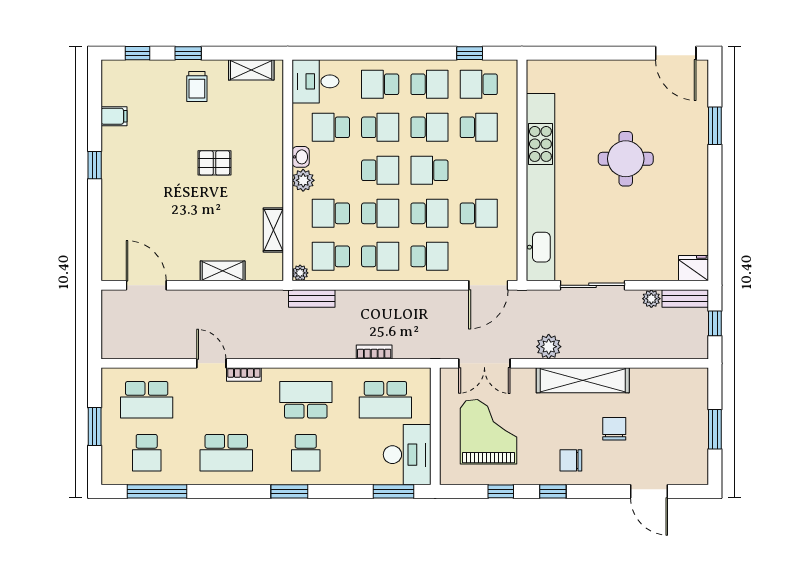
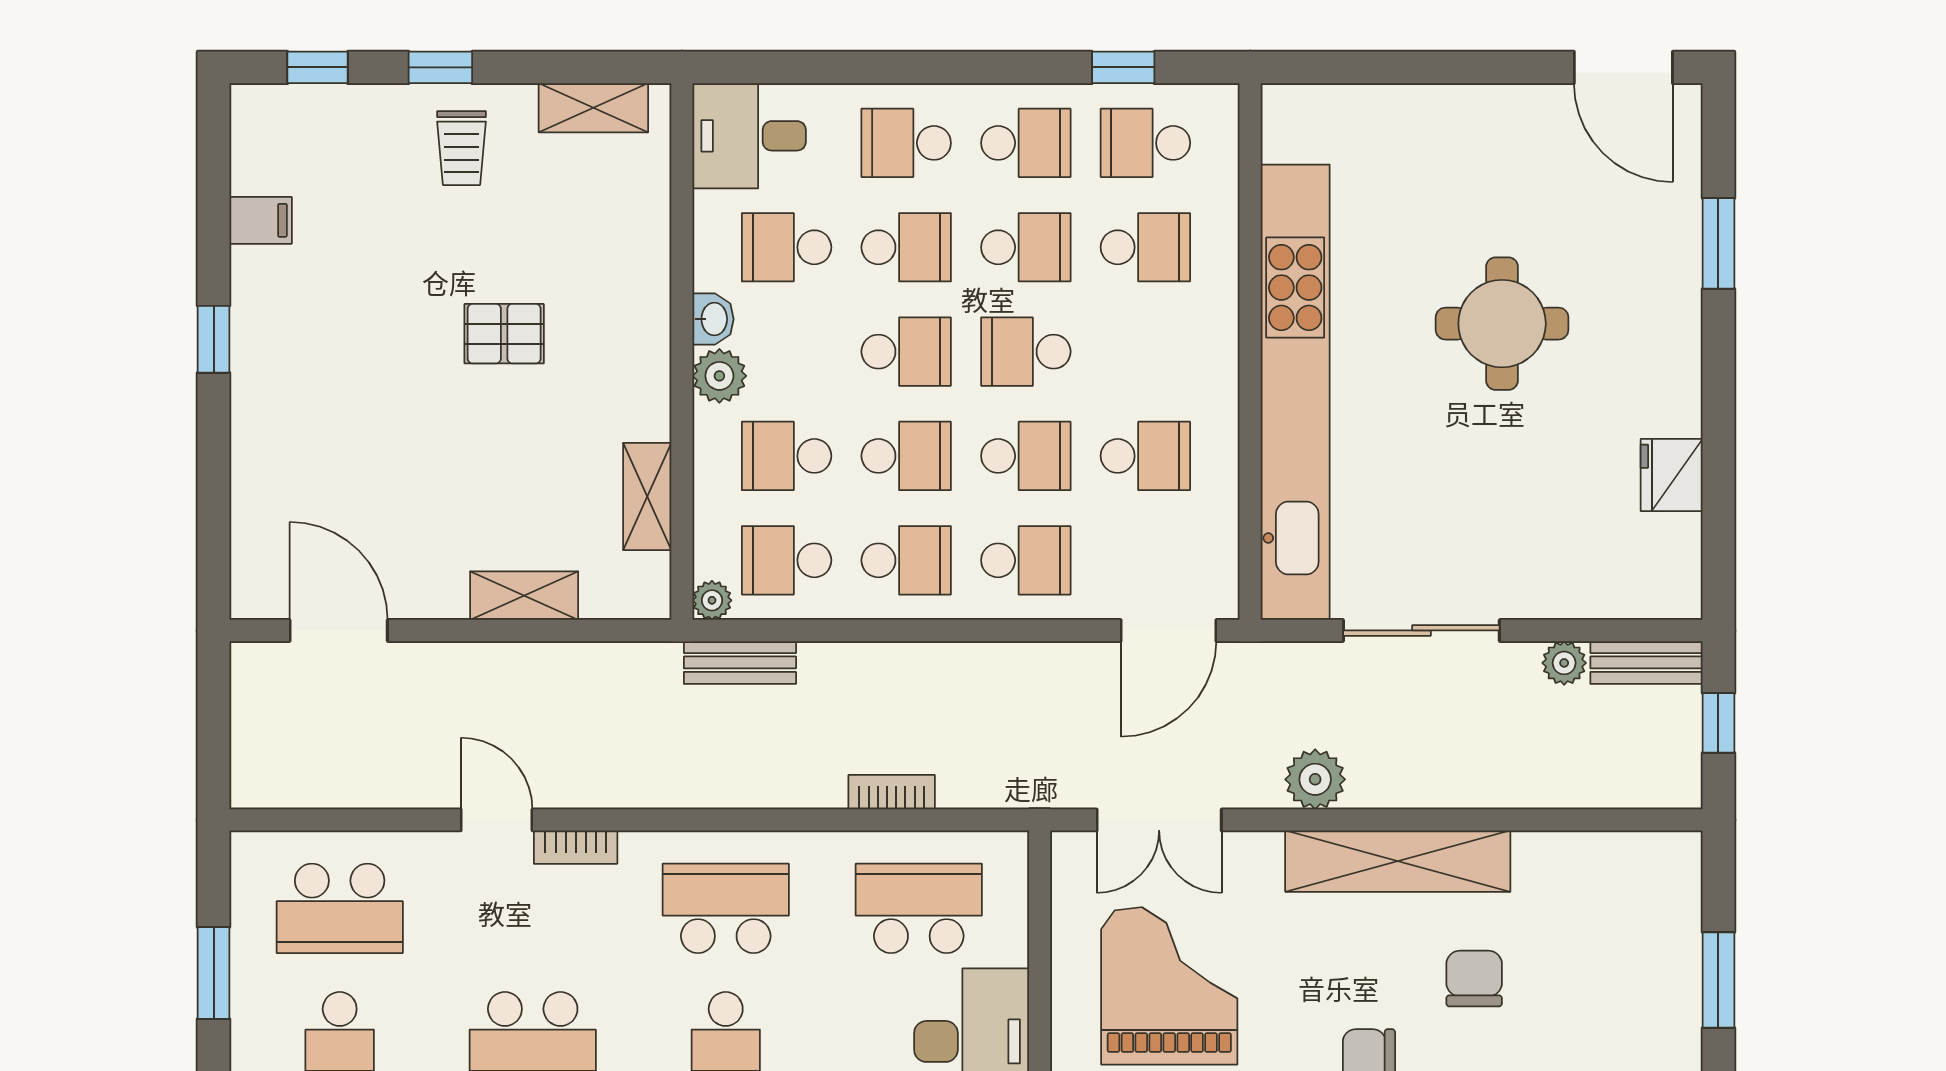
fridge: (694, 268) -> (1672, 475), moved, turned -90
school desk: (385, 400) -> (919, 908), turned 180

